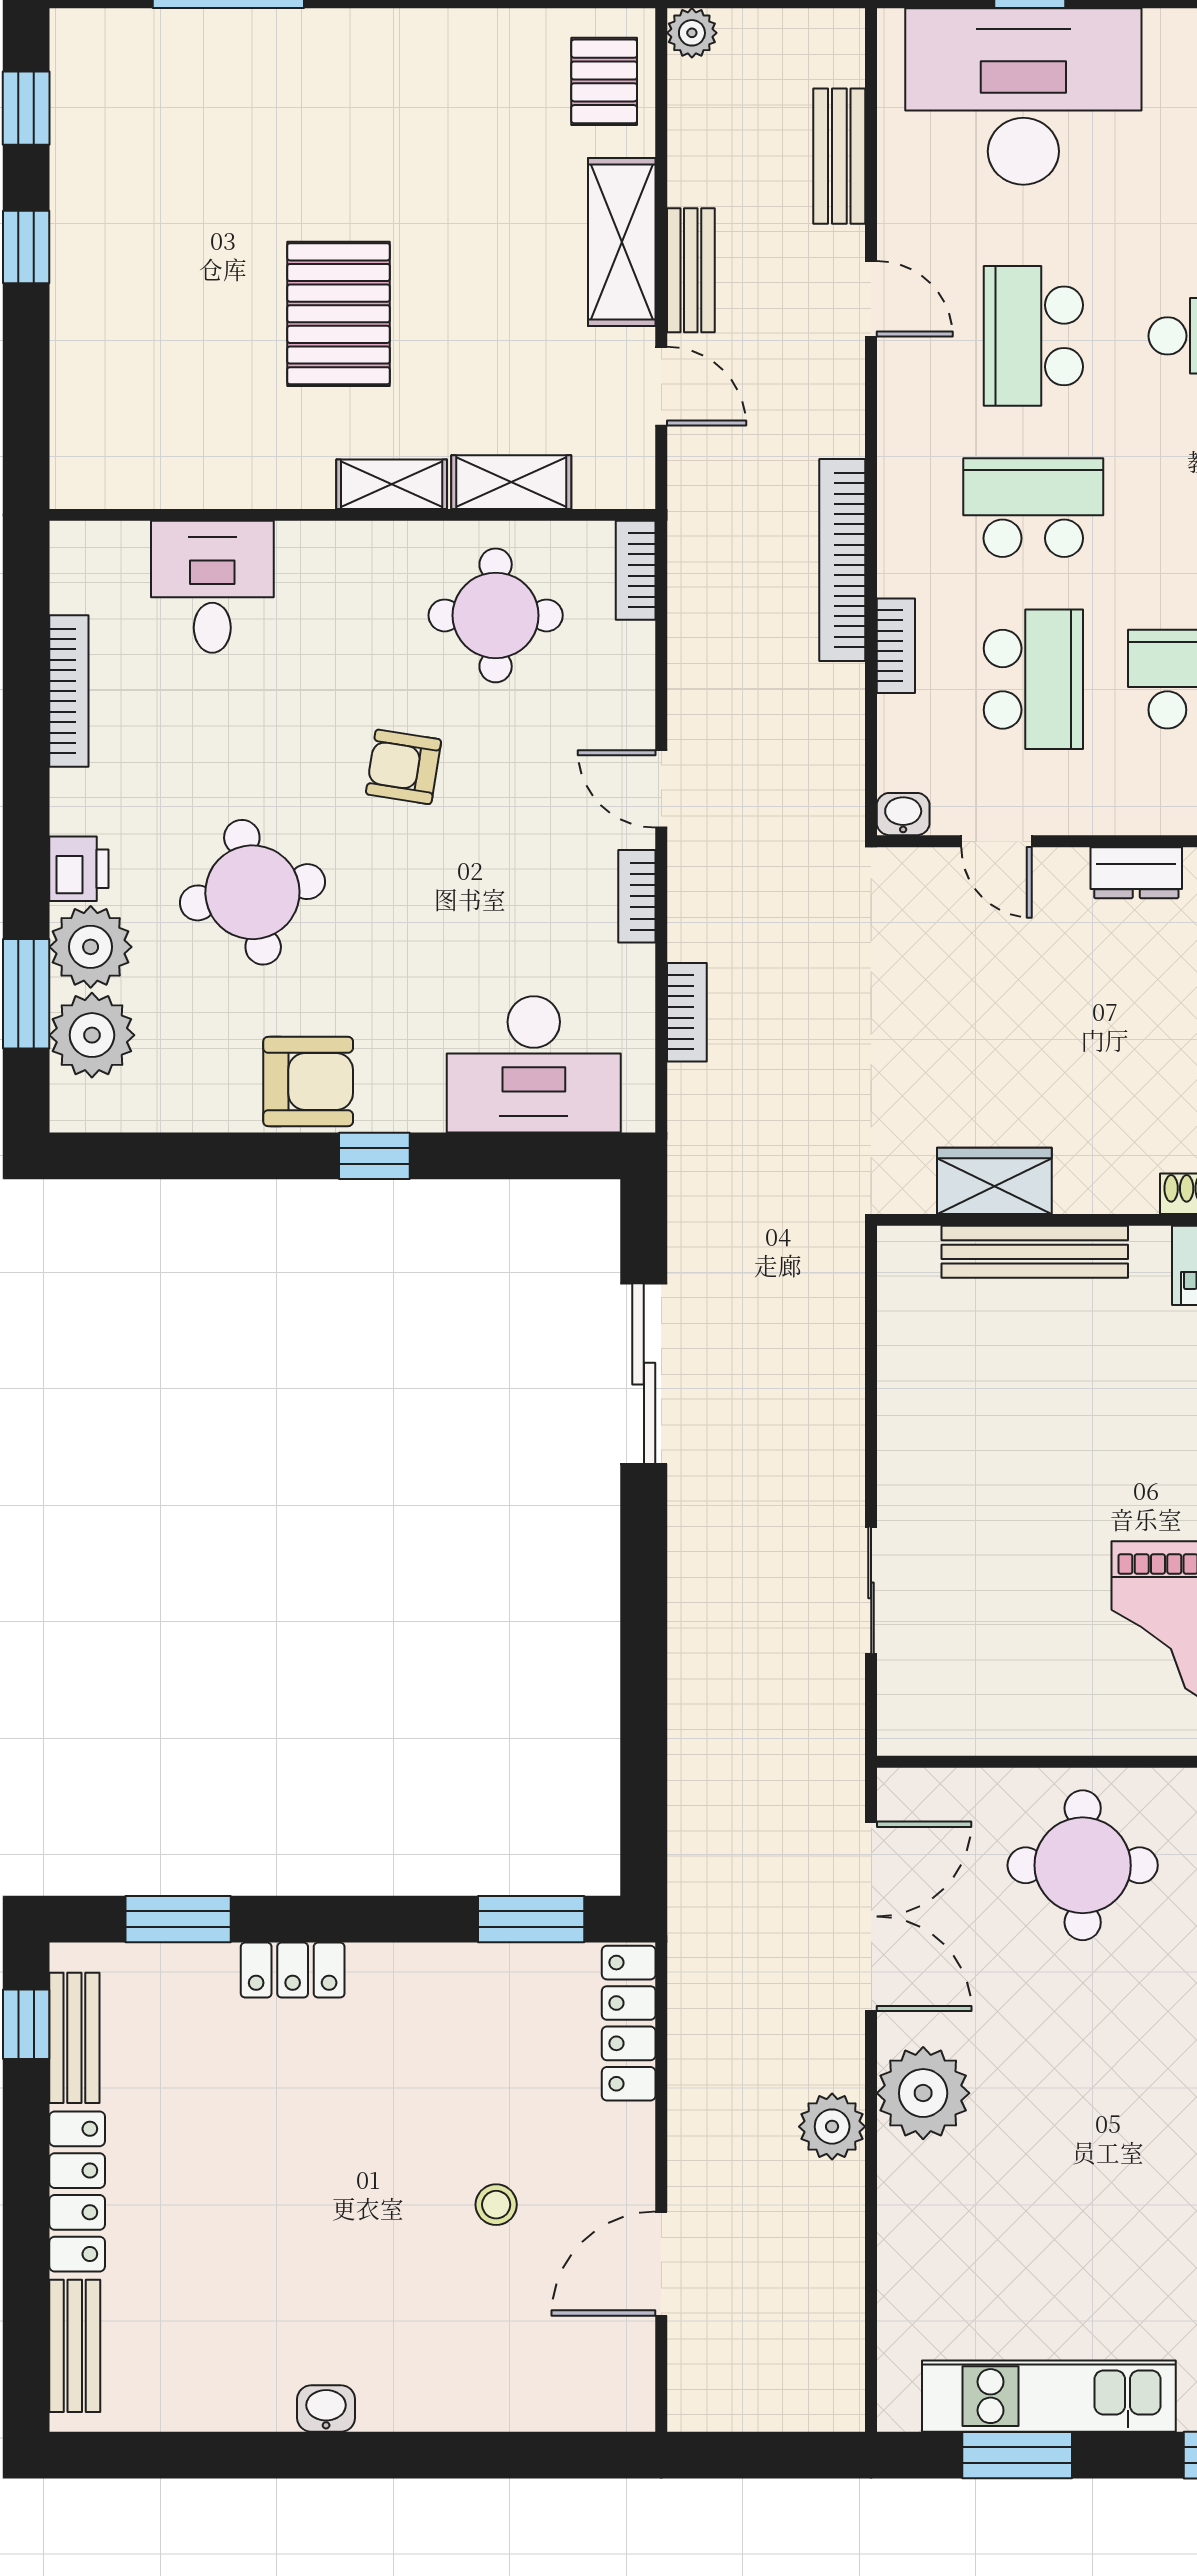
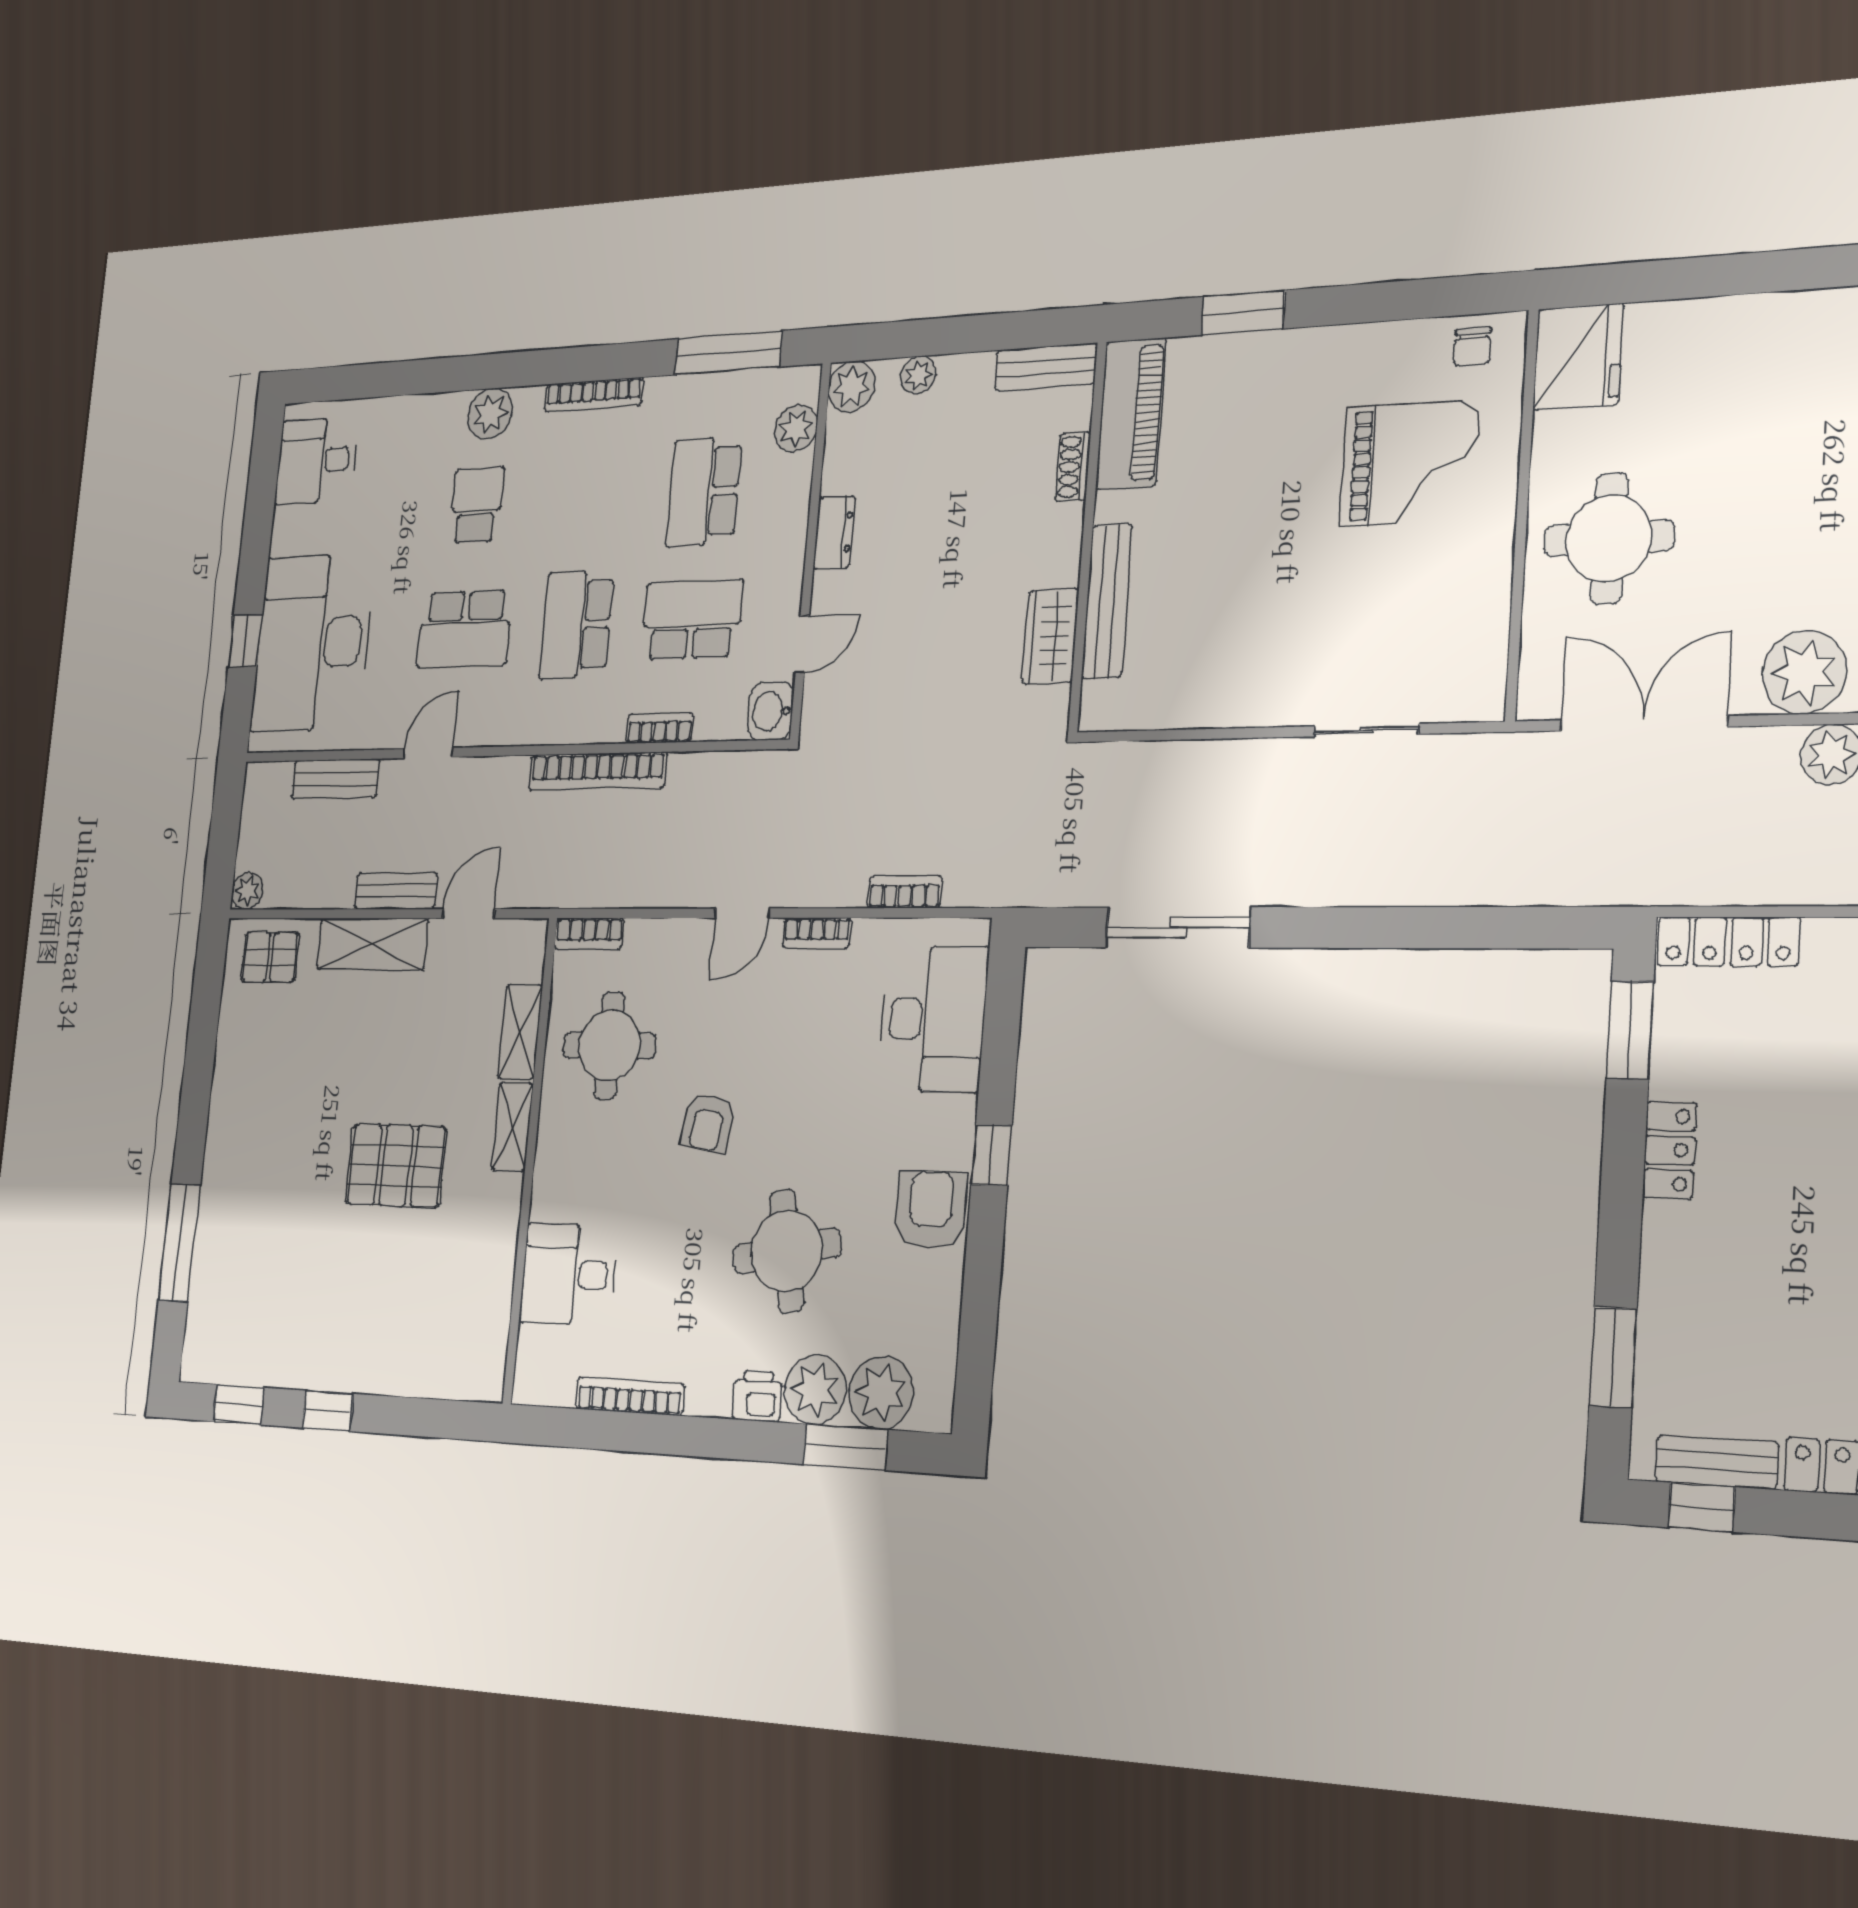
washbasin: (903, 814) -> (771, 711), width x1.38, depth x1.45
locker: (293, 1970) -> (1670, 1150), moved

